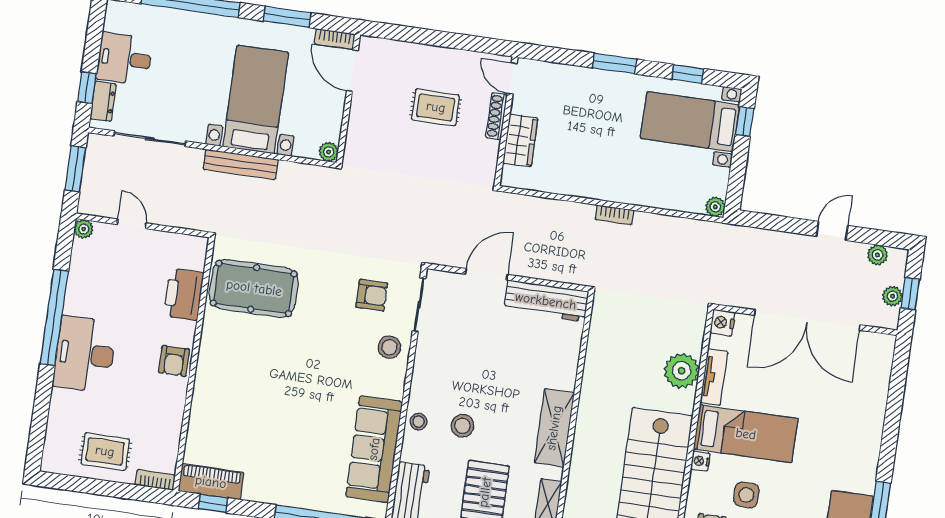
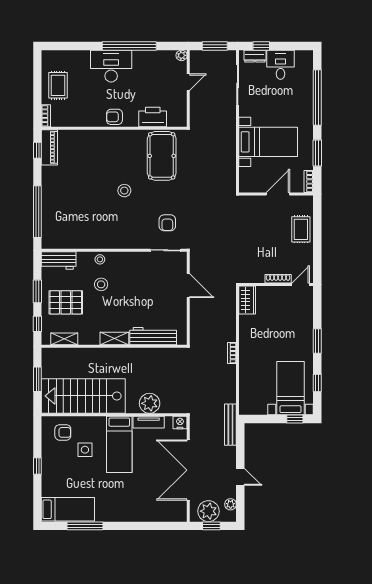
door: (352, 71) -> (278, 194), moved
rug: (436, 107) -> (301, 229), moved
wardrobe: (520, 141) -> (247, 300), moved, turned -90
plant: (329, 152) -> (245, 187), removed
bench: (241, 164) -> (230, 425), moved
plant: (715, 207) -> (245, 409), removed
plant: (893, 296) -> (208, 511), width x1.88, depth x1.88
workbench: (546, 301) -> (153, 336), moved, turned 90
stool: (390, 347) -> (124, 191), moved
shelving: (554, 428) -> (114, 338), width x0.67, depth x0.75
sofa: (374, 449) -> (81, 236), removed
nightstand: (700, 461) -> (100, 421), removed

